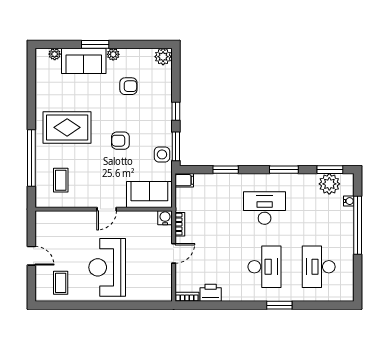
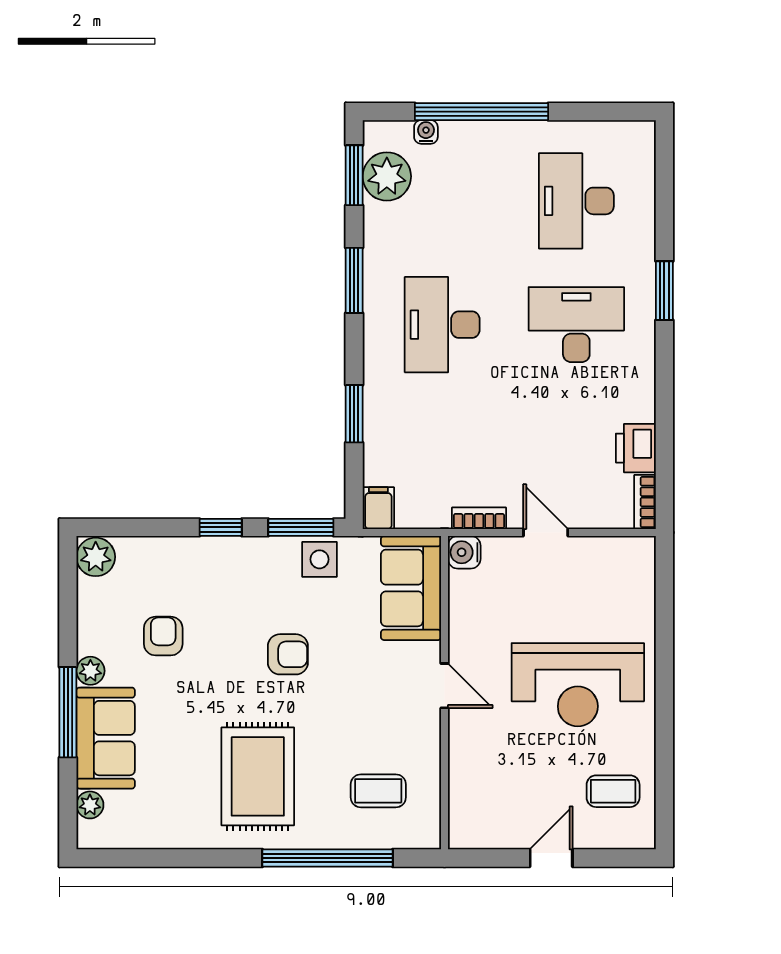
window: (95, 44) -> (68, 712), width x1.44
armchair: (120, 141) -> (288, 654), turned -90
desk: (319, 267) -> (576, 201), turned 90

